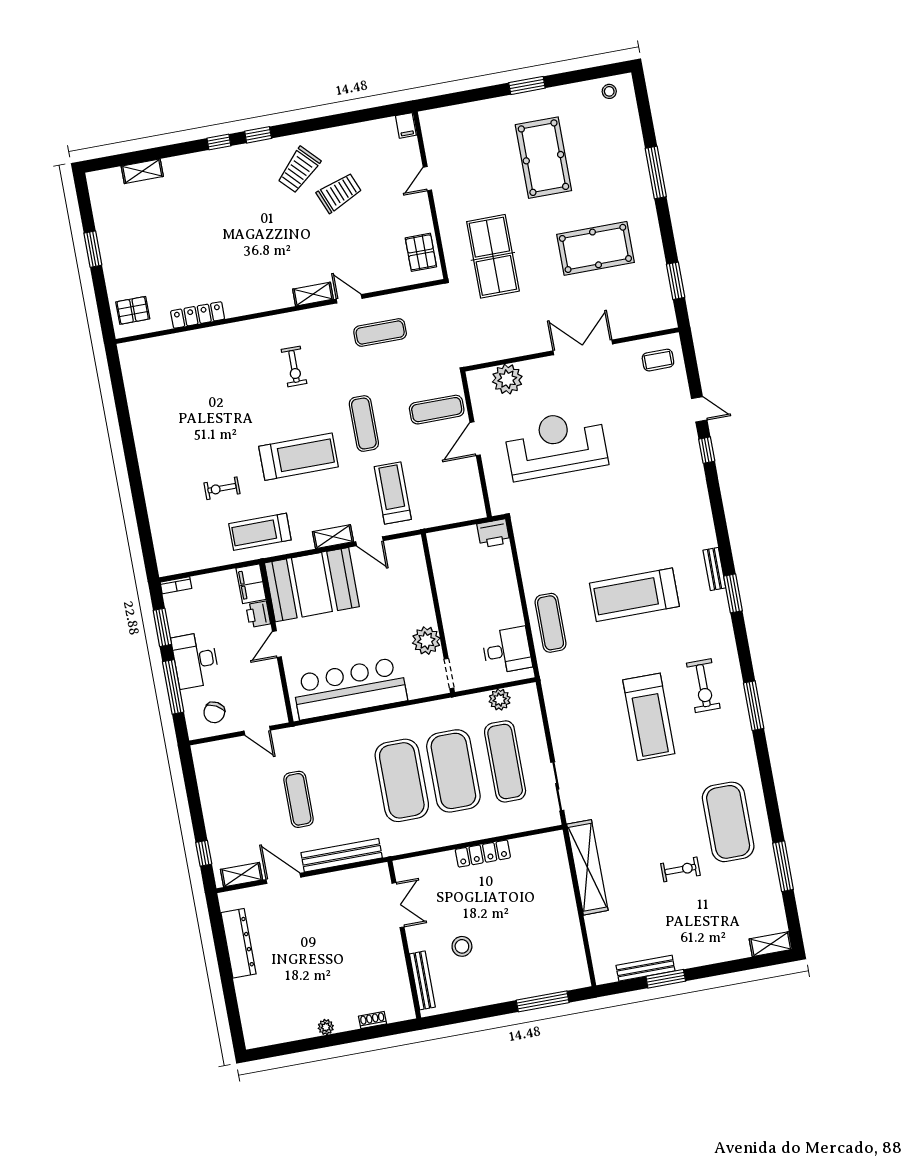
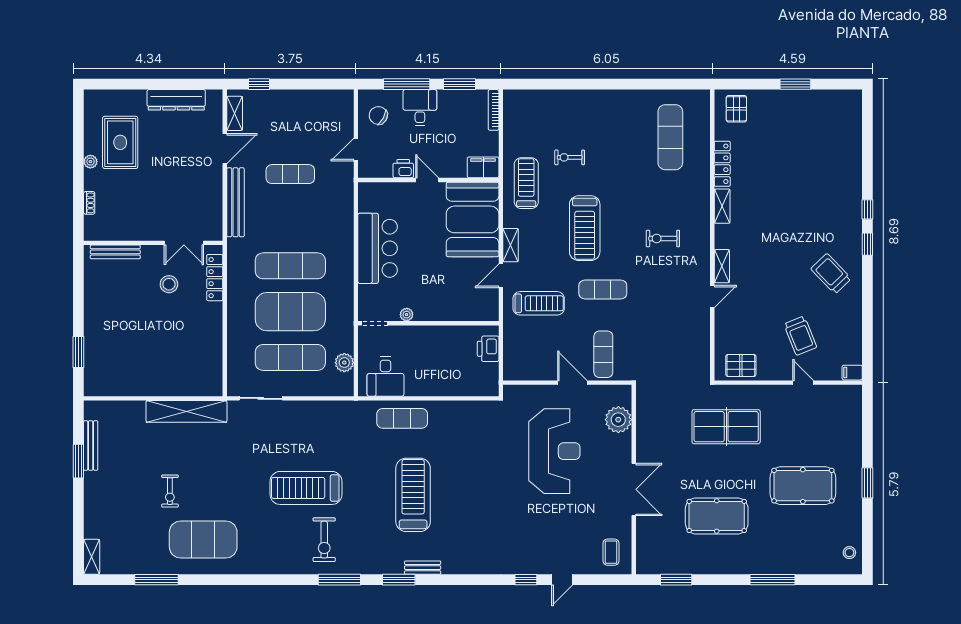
shelving: (142, 171) -> (722, 206), moved
trolley: (339, 193) -> (800, 336), moved
pool table: (595, 248) -> (717, 516), turned 90
exercise mat: (380, 333) -> (670, 137), moved, width x1.36, depth x1.45
exercise bike: (222, 488) -> (570, 157), turned -90
printer: (493, 533) -> (488, 349), moved
bookcase: (176, 585) -> (494, 110), width x1.56
printer: (258, 614) -> (403, 169), moved
plant: (426, 641) -> (407, 315), width x0.53, depth x0.53
desk: (195, 660) -> (420, 107), width x0.73
exercise bike: (703, 686) -> (324, 540), turned -90
bar counter: (350, 688) -> (378, 248), width x0.73
window: (754, 706) -> (339, 580), moved
exercise mat: (402, 780) -> (290, 266), width x0.68
locker: (483, 854) -> (215, 278), moved
stool: (462, 946) -> (169, 284), moved
rug: (298, 998) -> (120, 142), added
window: (543, 1001) -> (78, 352), width x0.69

